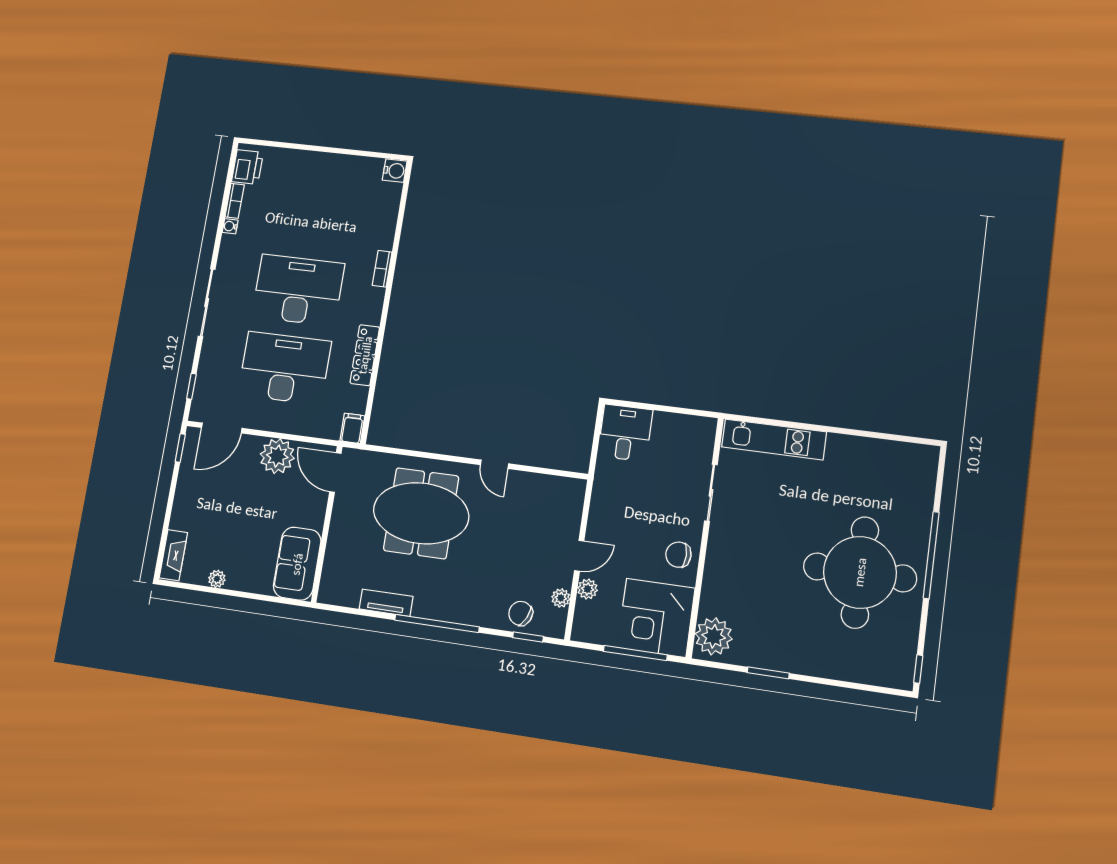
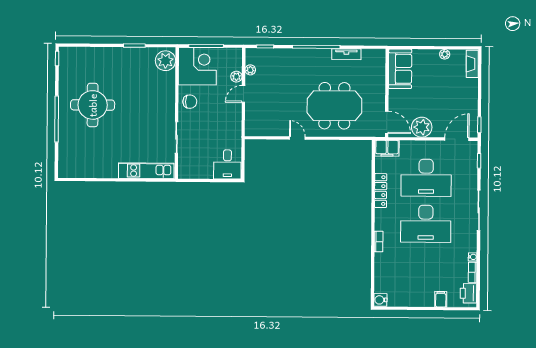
filing cabinet: (294, 162) -> (441, 299), added
filing cabinet: (352, 428) -> (387, 148), width x2.00
round table: (860, 572) -> (93, 105), width x0.73, depth x0.73
chair: (521, 613) -> (271, 59), removed

